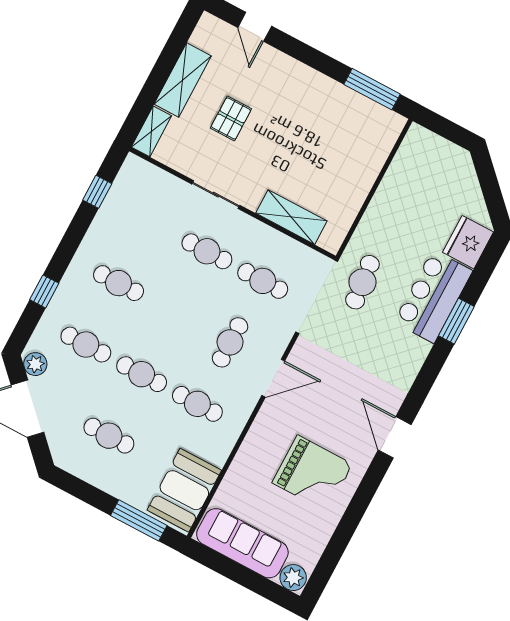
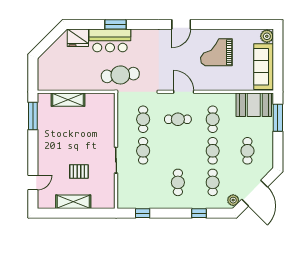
shelving: (151, 131) -> (103, 203), removed
shelving: (291, 217) -> (68, 100), moved, turned 90
cafe table: (362, 282) -> (120, 75), width x1.37, depth x1.35
grand piano: (312, 473) -> (216, 52), turned -90

